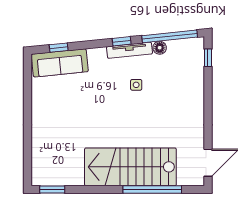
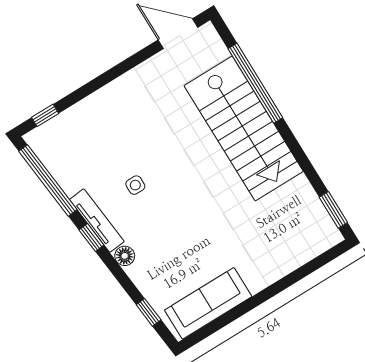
floor lamp: (160, 48) -> (125, 256), moved
sofa: (60, 63) -> (208, 303), moved, turned -84

